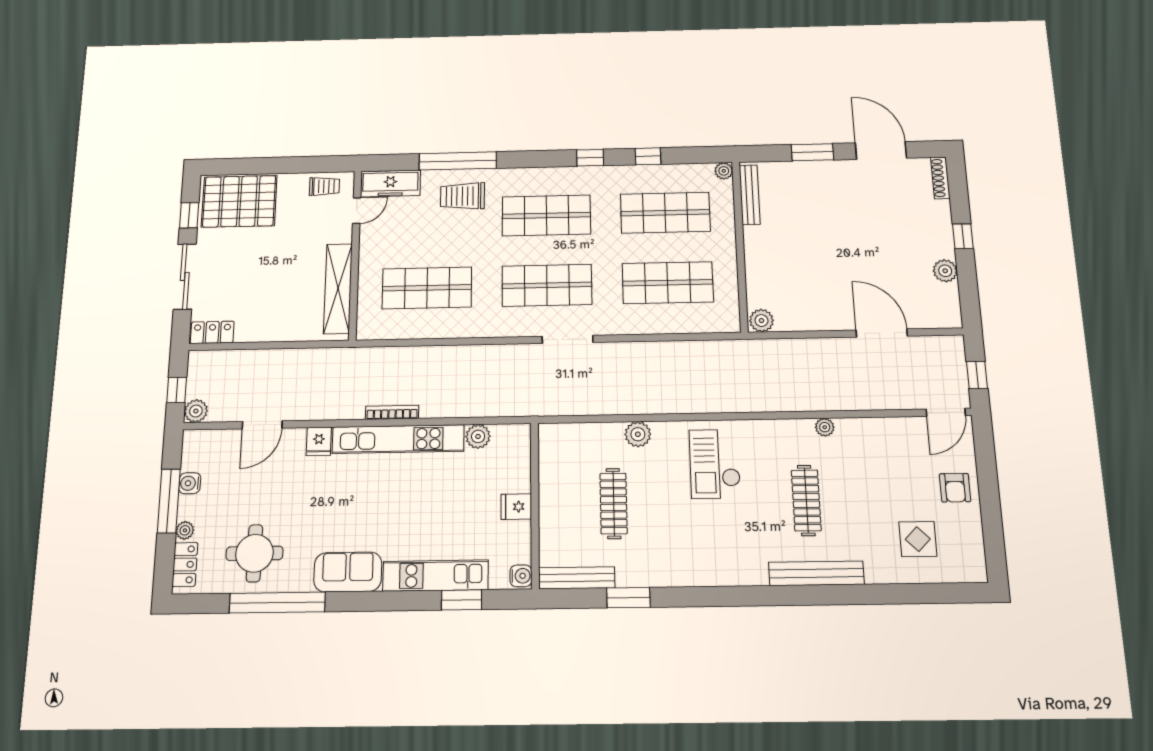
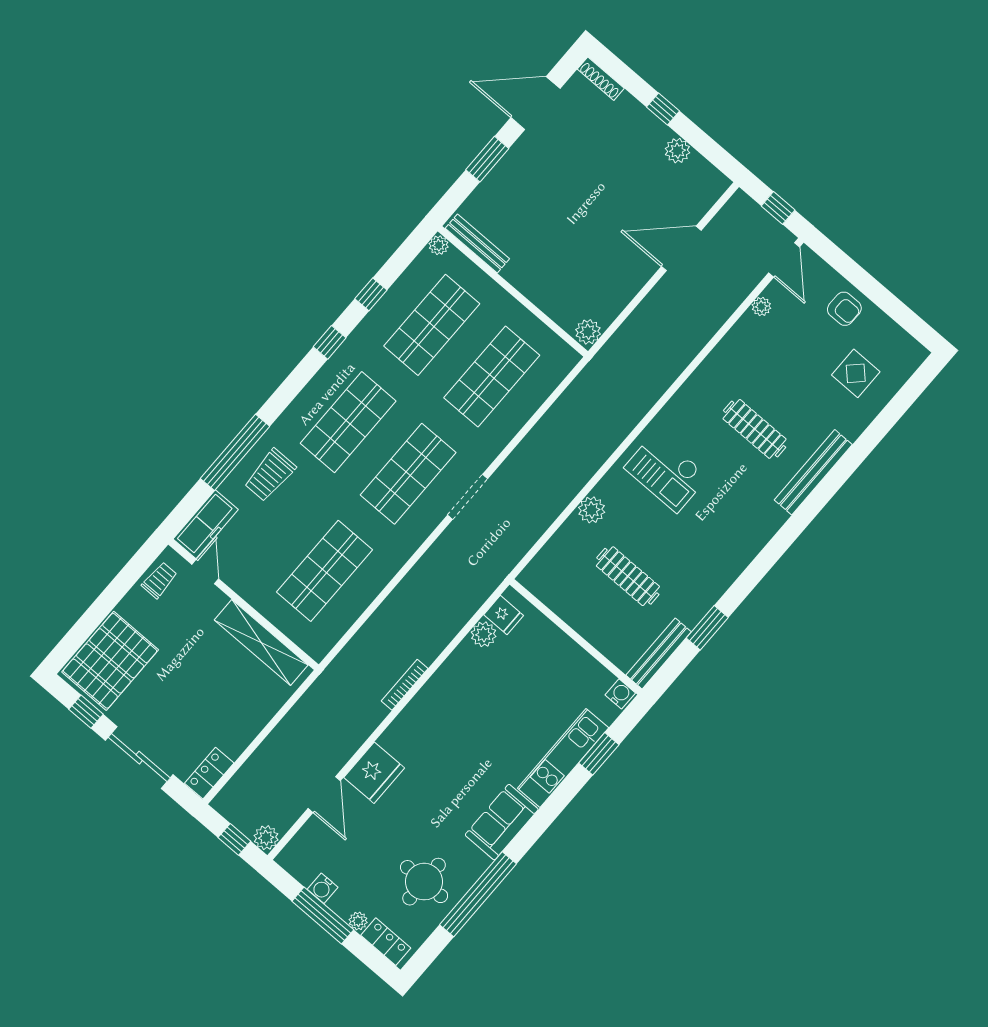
plant: (825, 427) -> (761, 307), moved
kitchen unit: (398, 439) -> (431, 698), removed
fridge: (319, 441) -> (374, 773), width x1.88, depth x1.34
fridge: (516, 507) -> (504, 615), moved, turned -90

